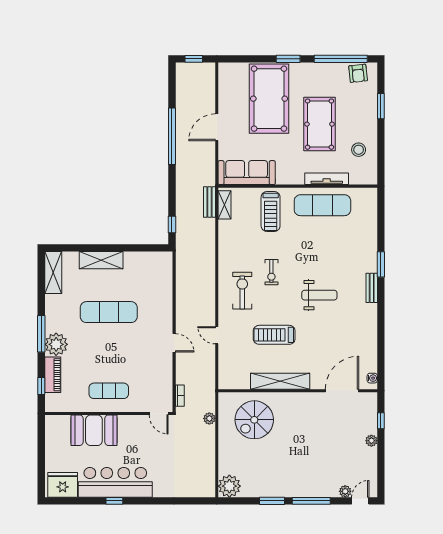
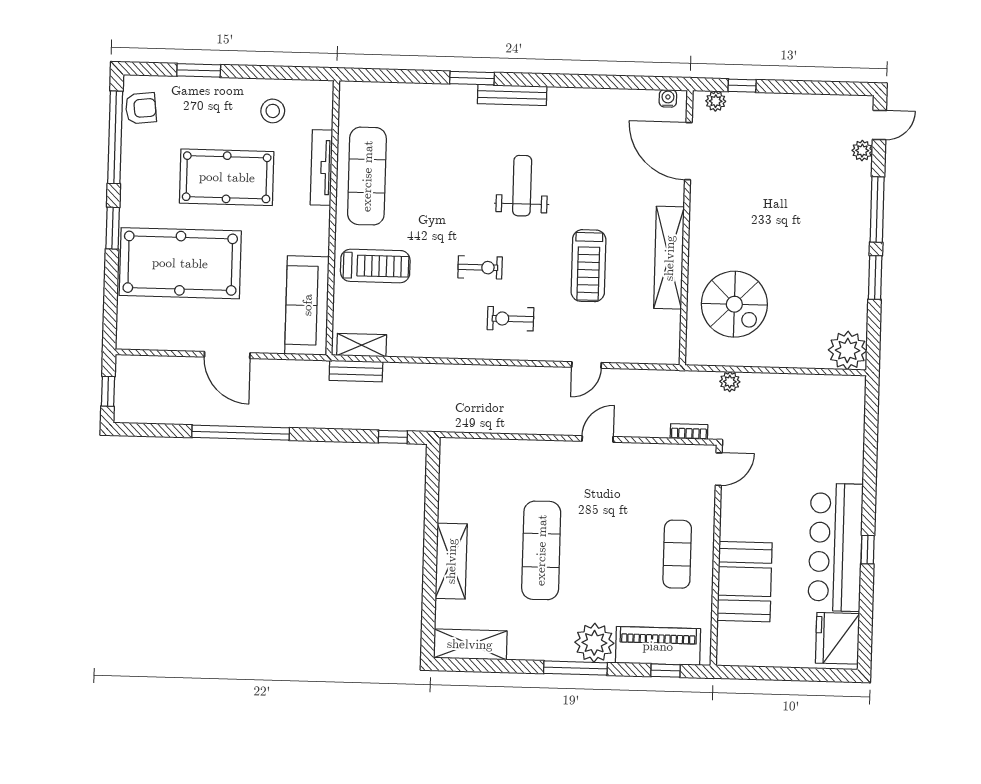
bench: (372, 288) -> (512, 95), width x1.36
exercise bike: (242, 291) -> (511, 319), width x0.73, depth x0.72
piano: (53, 375) -> (658, 646), width x1.37, depth x1.33
plant: (371, 441) -> (716, 101), moved
door: (360, 501) -> (879, 125), swing flipped

